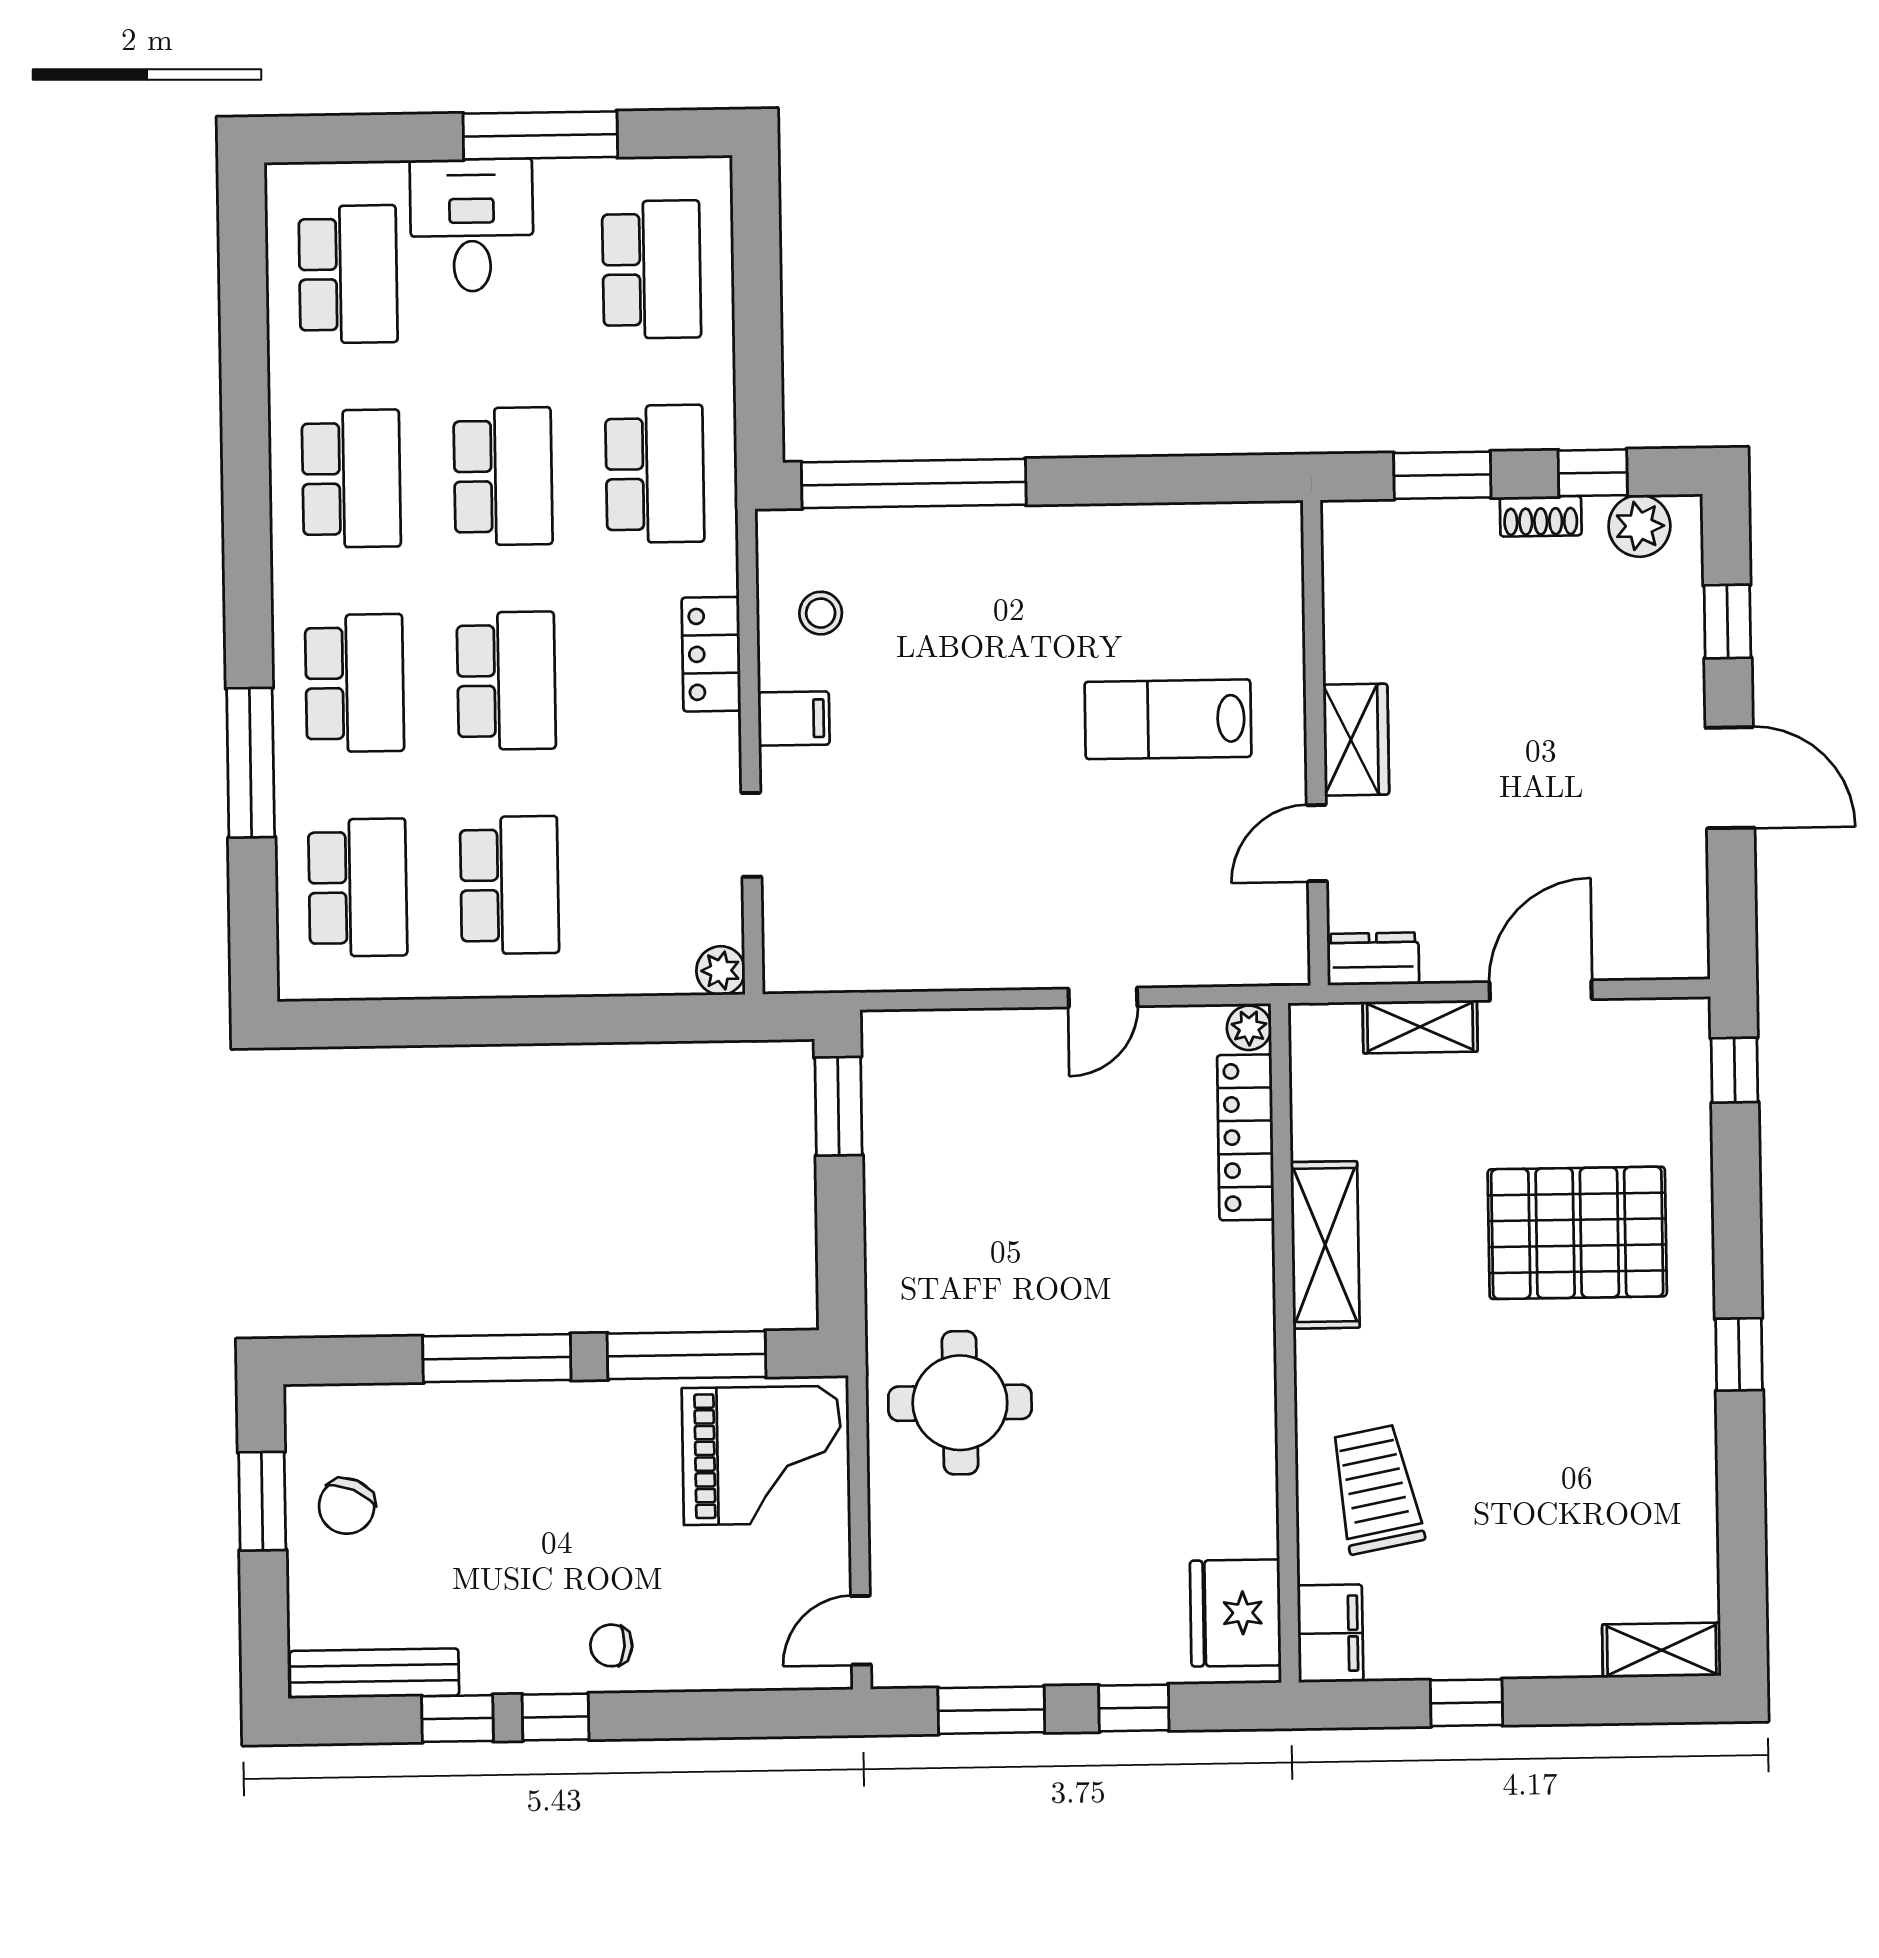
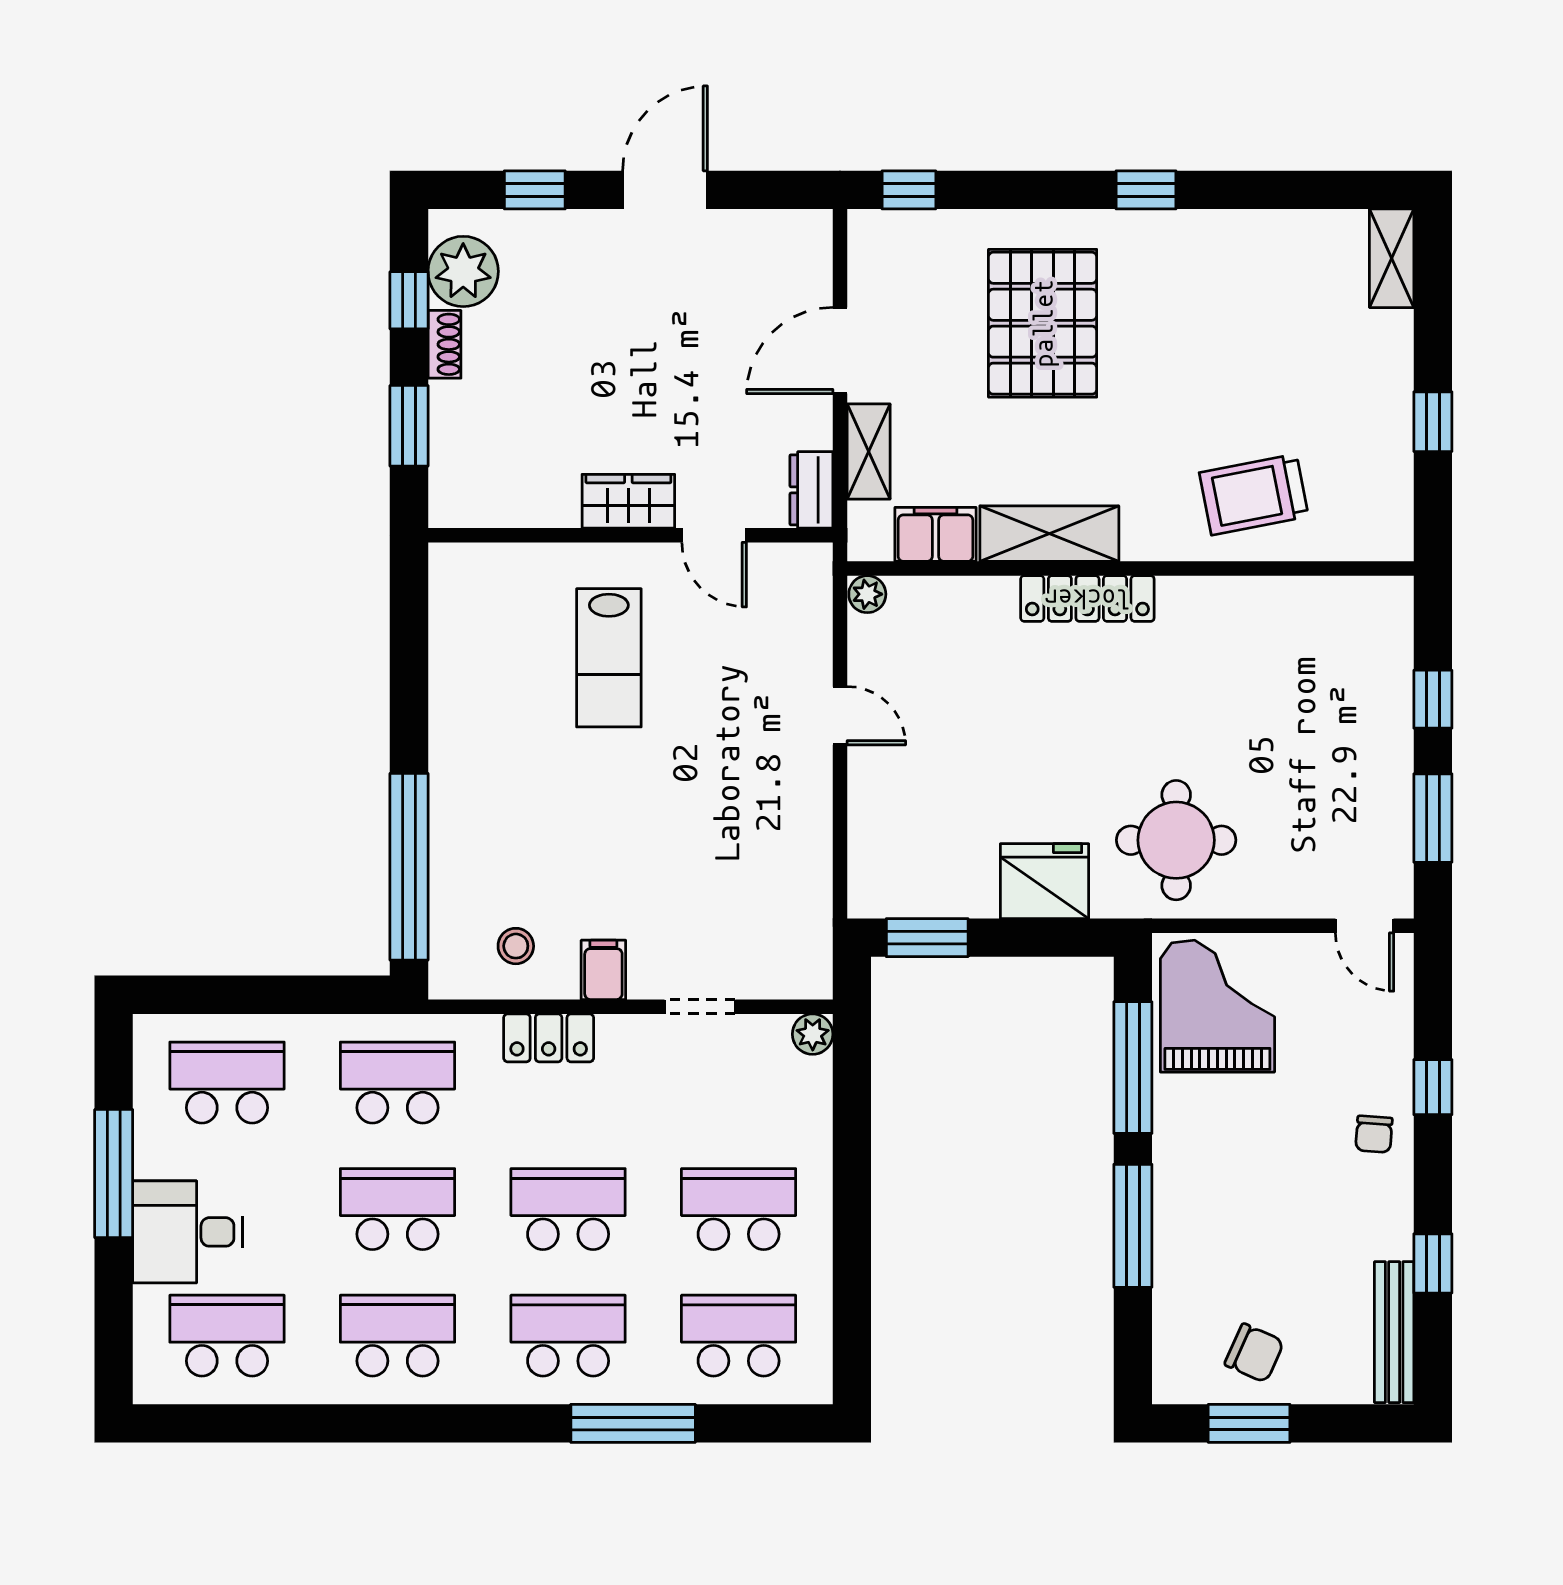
plant: (1639, 526) -> (463, 271), width x1.36, depth x1.36
door: (1541, 991) -> (840, 351), hinge flipped
locker: (1246, 1137) -> (1087, 599), moved
fridge: (1236, 1613) -> (1045, 881), moved, turned 180
filing cabinet: (1330, 1633) -> (936, 534), moved
window: (555, 1717) -> (1433, 1087), moved

